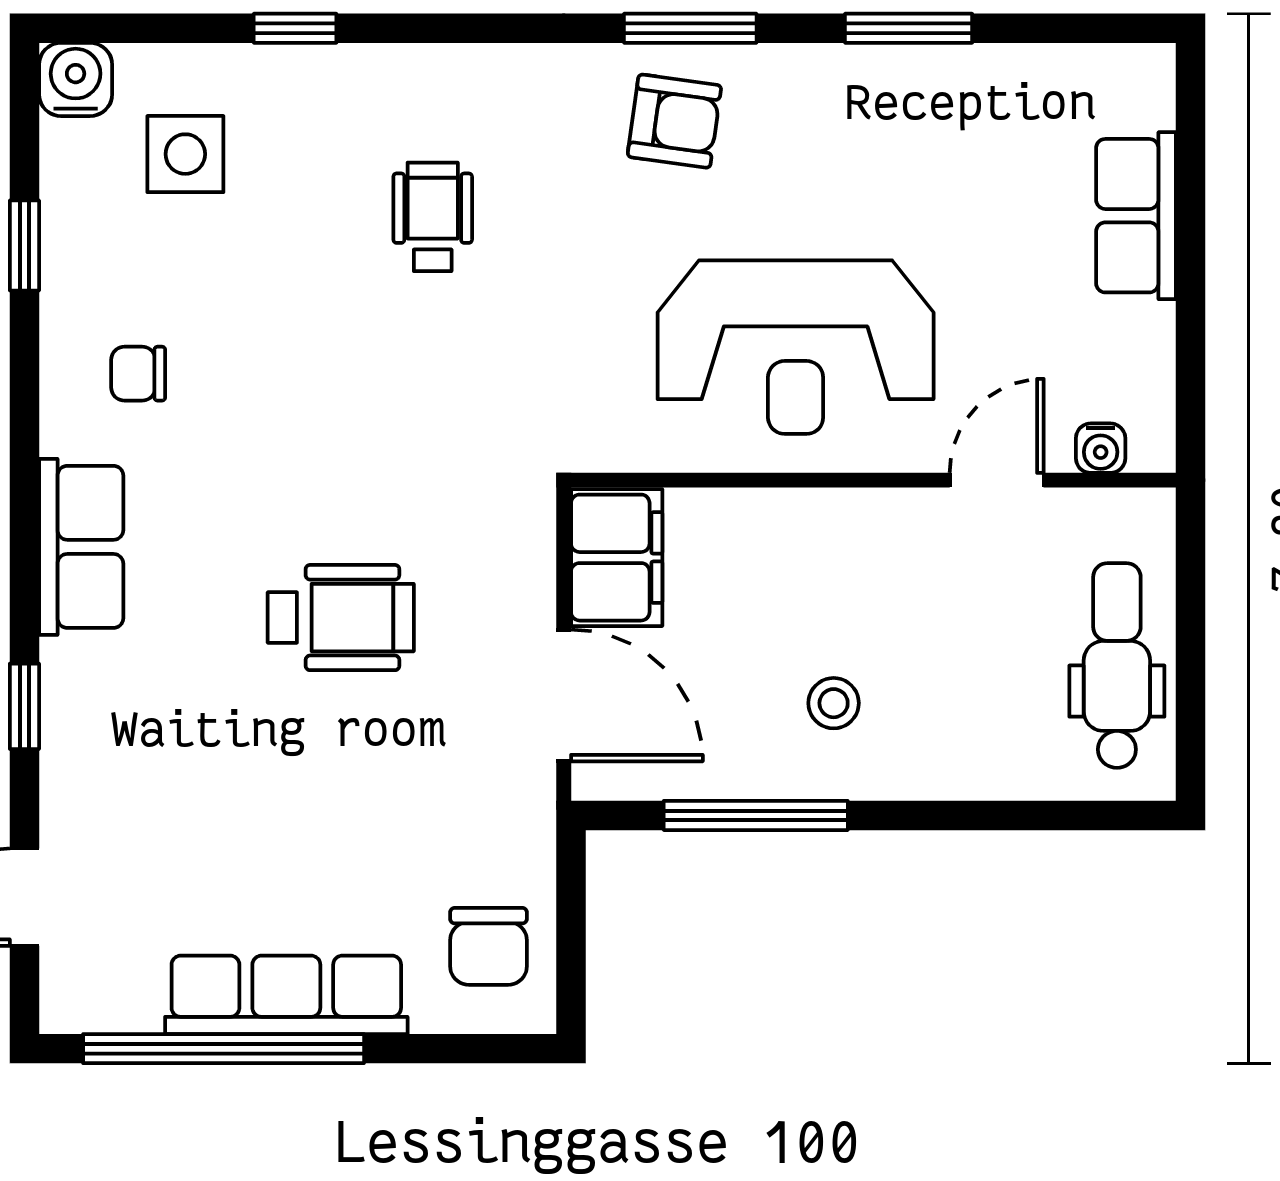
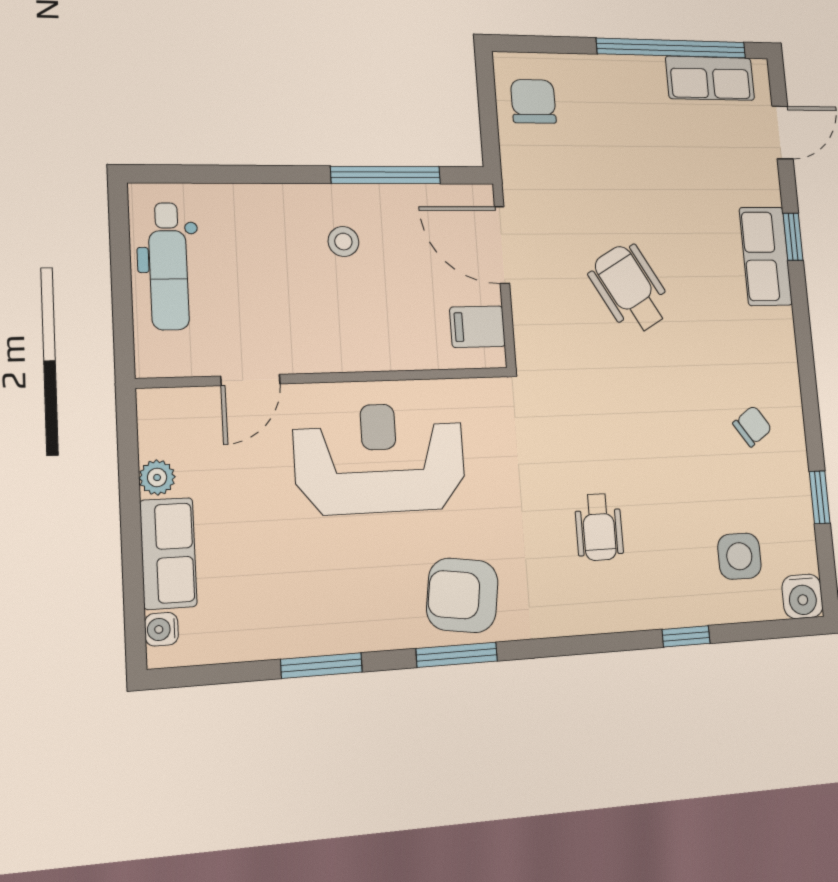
armchair: (674, 121) -> (462, 595), width x1.38, depth x1.38
plant: (1148, 333) -> (157, 477), added
chair: (138, 374) -> (752, 426), turned -35
water cooler: (1101, 448) -> (161, 629), moved, turned -90
row of seats: (81, 547) -> (766, 256), moved
filing cabinet: (617, 558) -> (478, 327), width x0.50
wheelchair: (341, 618) -> (630, 289), turned 60
row of seats: (286, 995) -> (710, 78), moved, width x0.68

